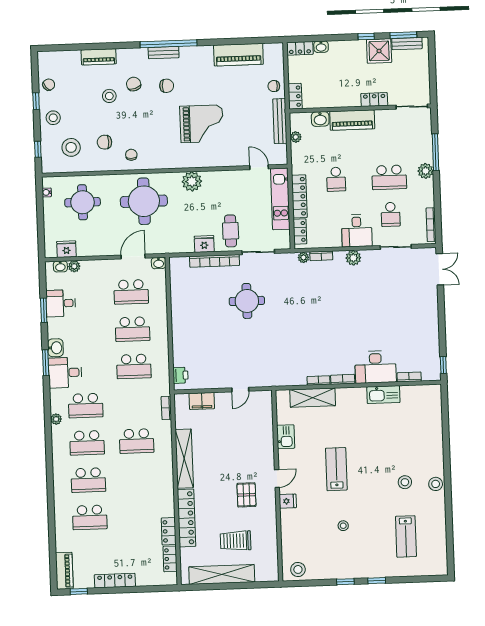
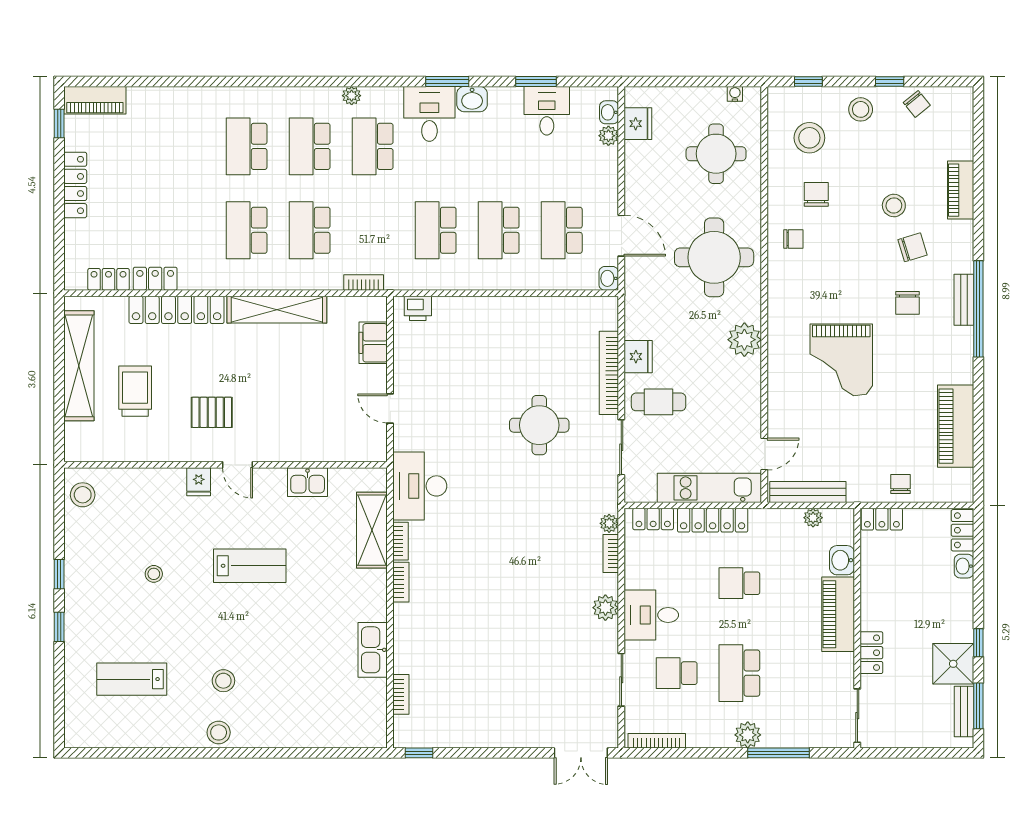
bench: (280, 121) -> (808, 492), moved
desk: (376, 367) -> (420, 486), moved
school desk: (90, 517) -> (247, 230), moved

